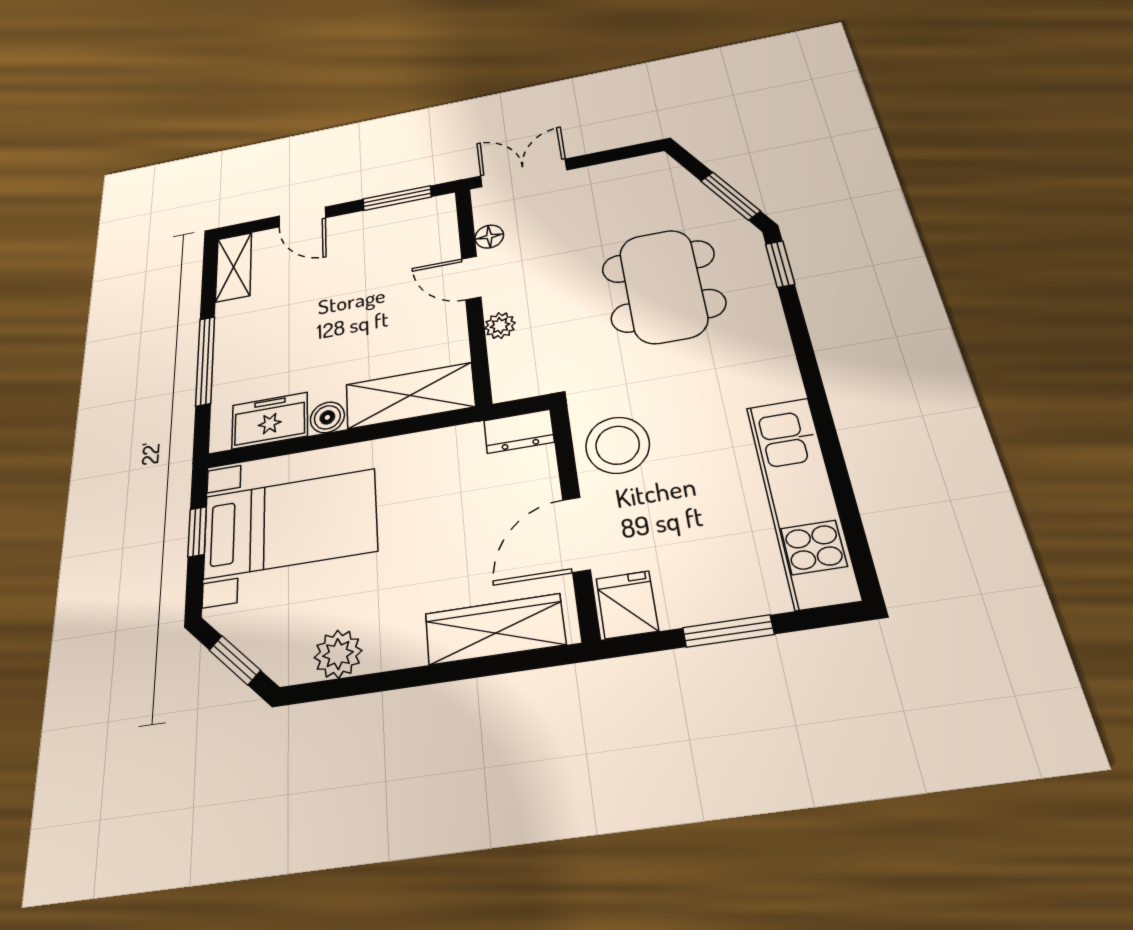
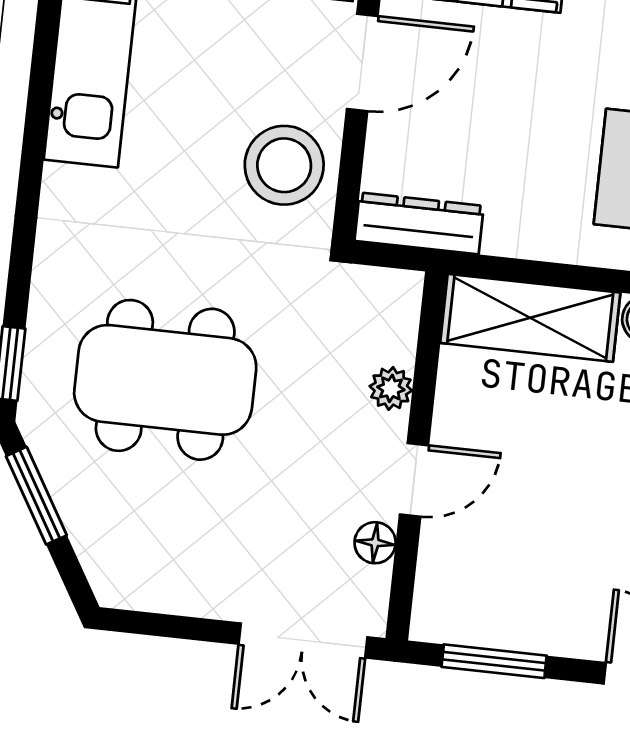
door: (471, 278) -> (414, 480), hinge flipped
dining table: (663, 286) -> (165, 380), turned 90
dresser: (519, 431) -> (419, 223), width x1.44

